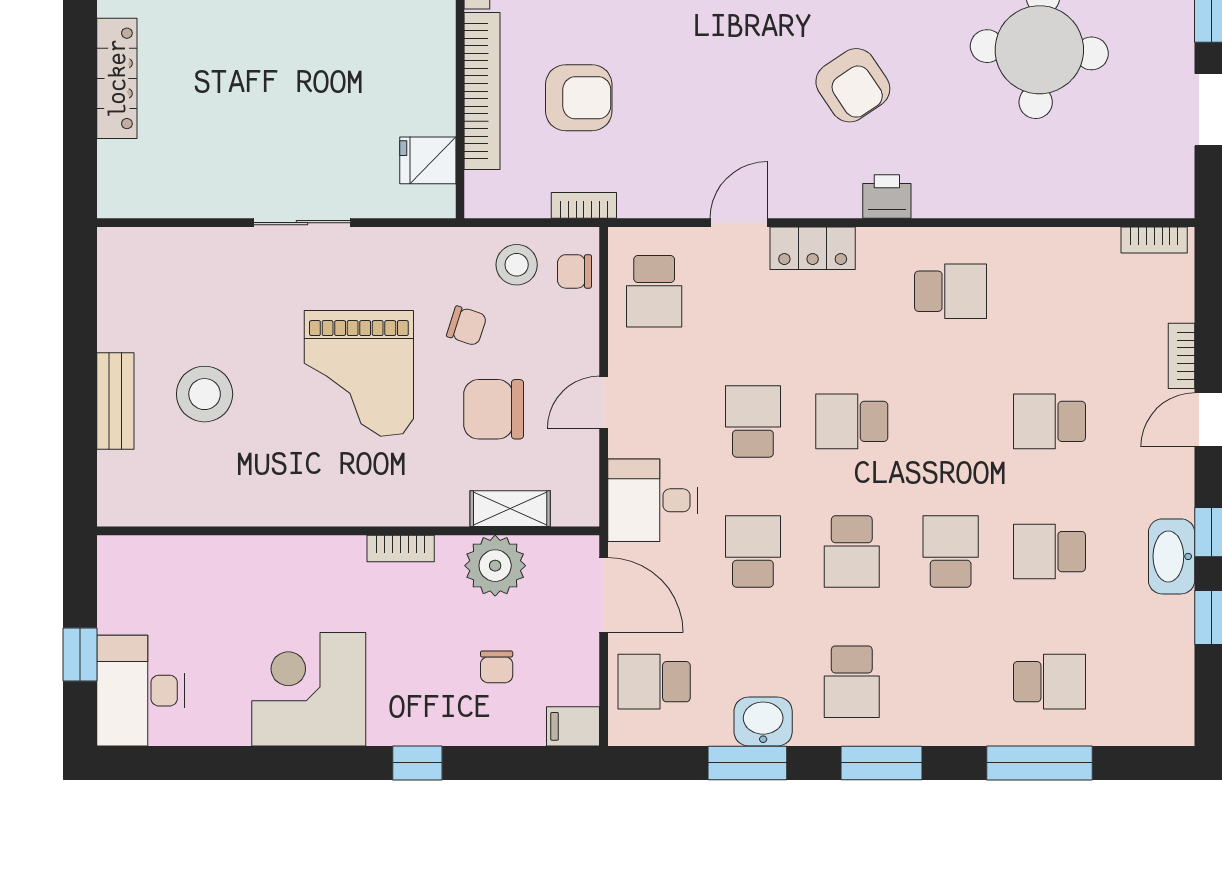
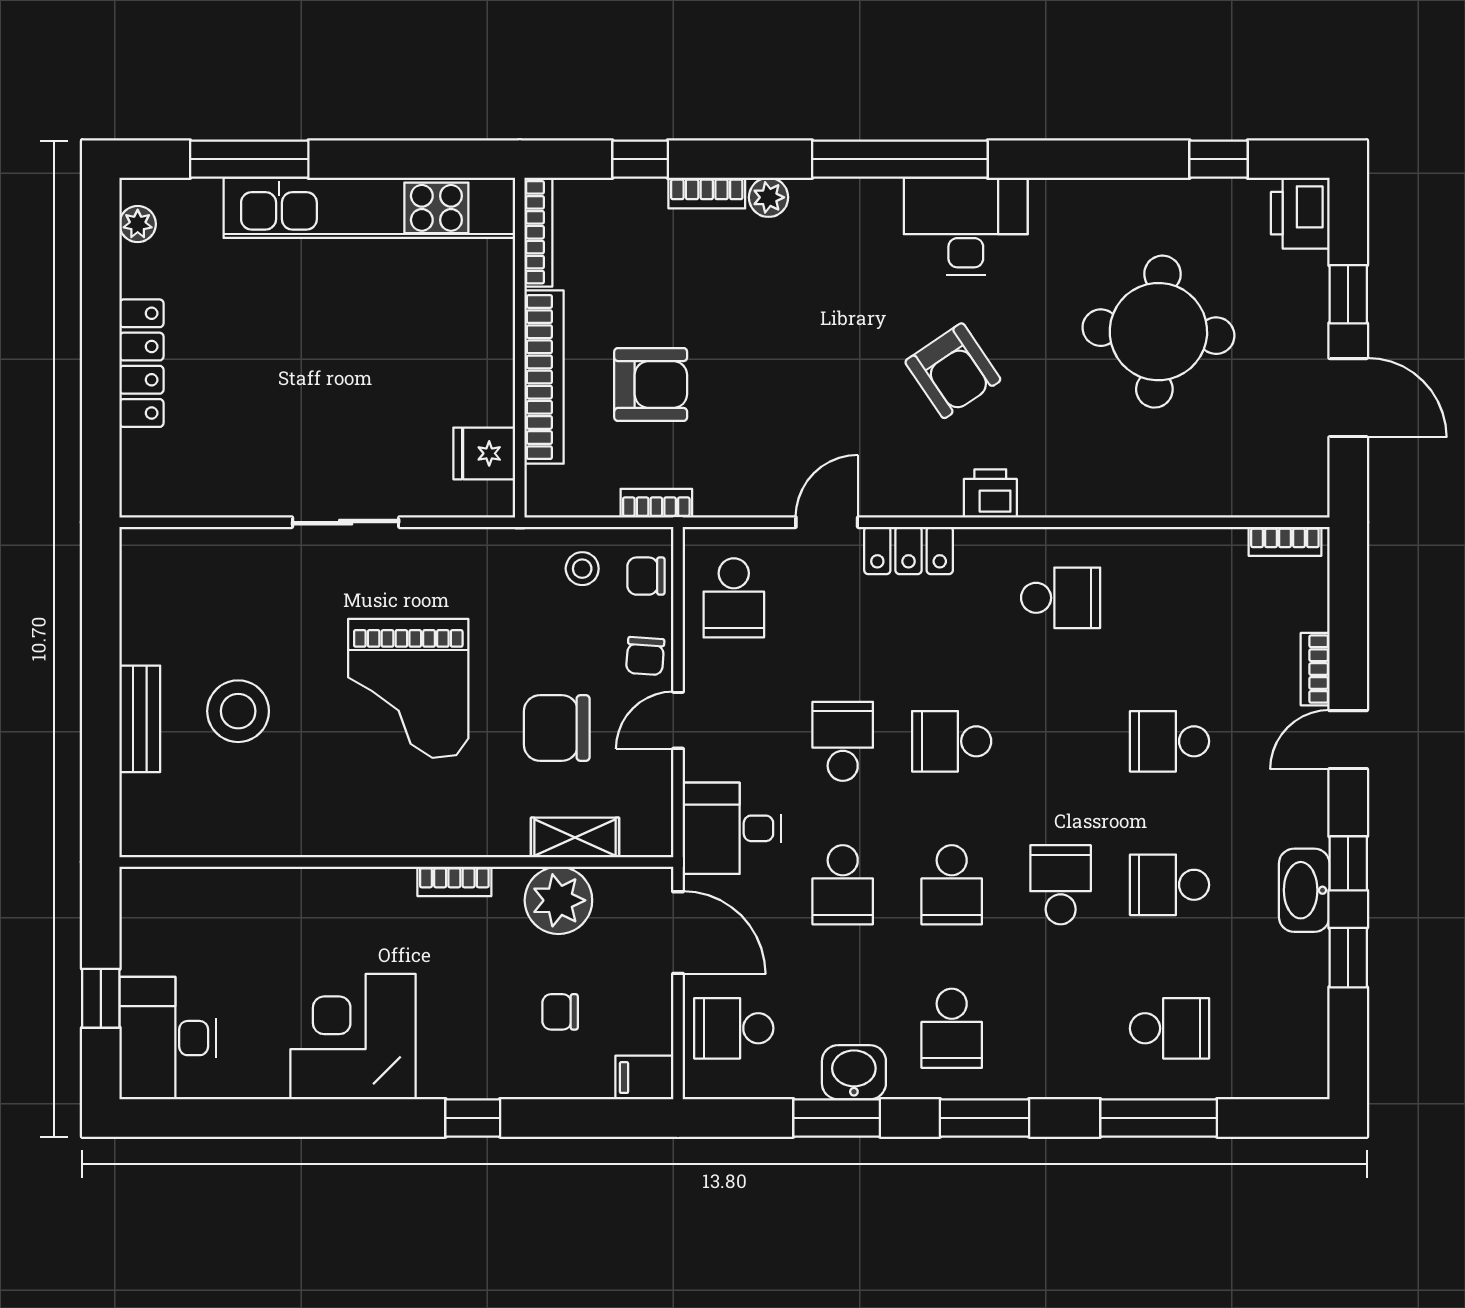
stool: (517, 265) -> (582, 569), width x0.73, depth x0.73
chair: (467, 326) -> (645, 656), moved, turned 76
school desk: (753, 552) -> (843, 885), turned 180
chair: (497, 667) -> (560, 1012), turned 90

